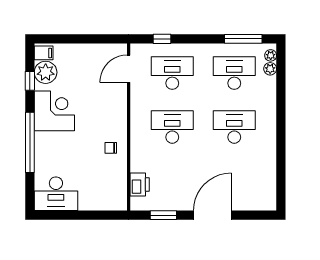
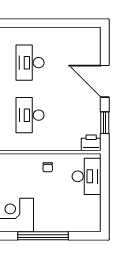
printer: (140, 185) -> (91, 143), moved
desk: (56, 194) -> (87, 176), moved

